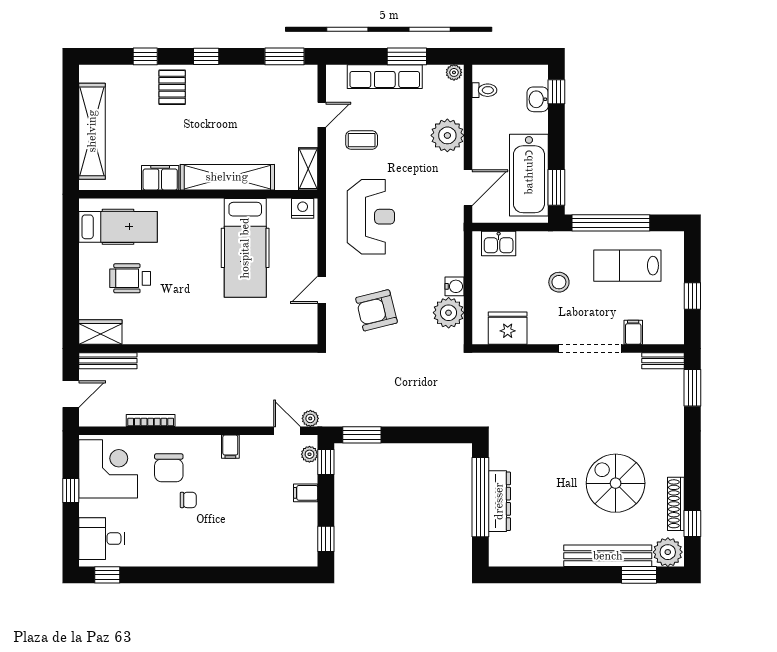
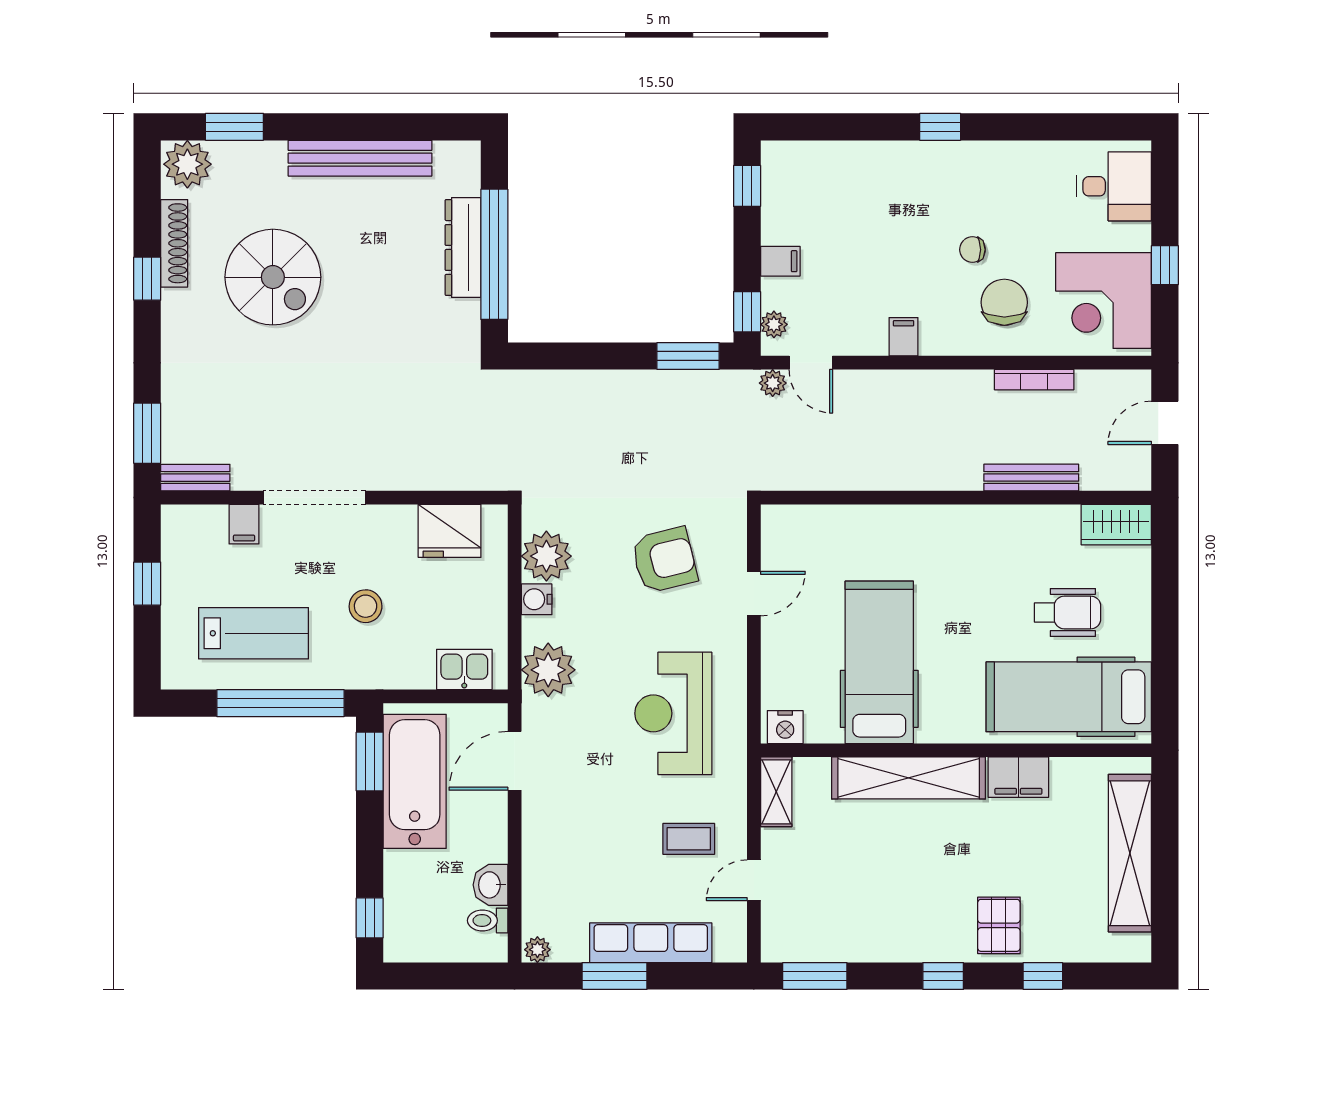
washbasin: (538, 99) -> (490, 885), moved, turned 180
plant: (447, 135) -> (548, 670), moved
hospital bed: (118, 227) -> (1069, 697), width x1.37, depth x1.29
bench: (108, 361) -> (1031, 478), moved
window: (692, 523) -> (147, 279), moved
bench: (608, 556) -> (360, 158), moved
window: (107, 575) -> (940, 127), moved

